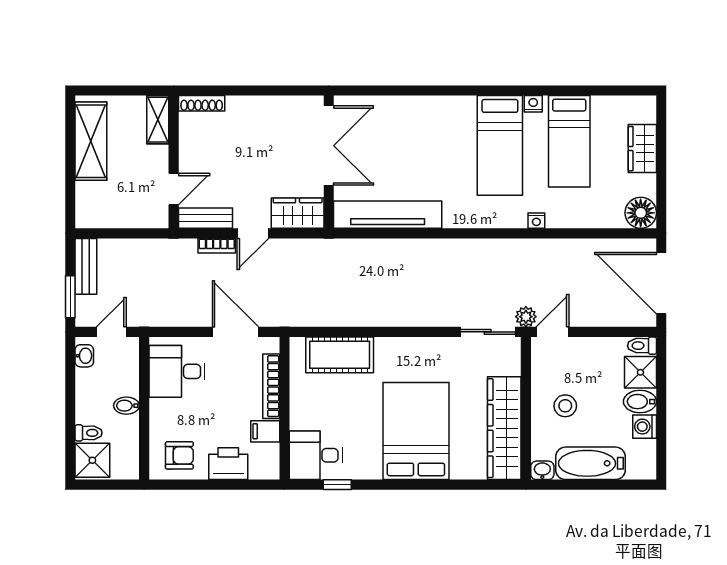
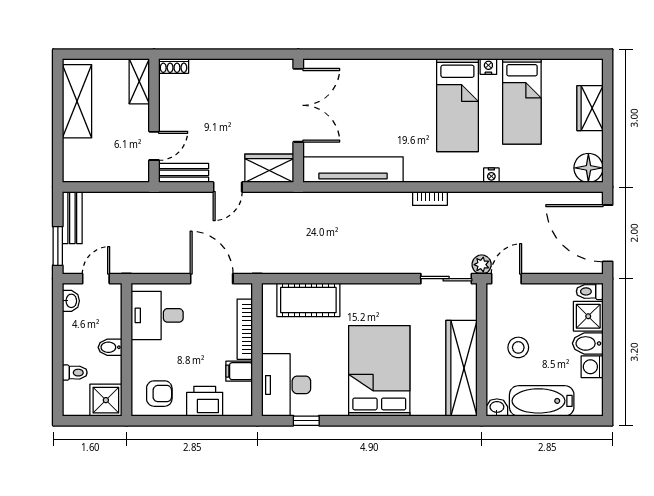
shoe rack: (202, 103) -> (174, 66), width x0.70
bookcase: (217, 246) -> (430, 199), moved
desk: (316, 455) -> (286, 385), width x1.37
shower: (92, 460) -> (106, 400), moved

